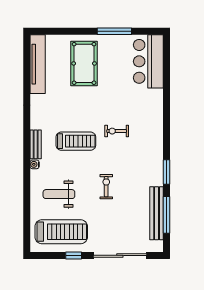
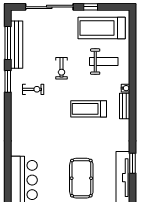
window: (27, 80) -> (132, 163), added
exercise bike: (117, 131) -> (33, 89), moved

